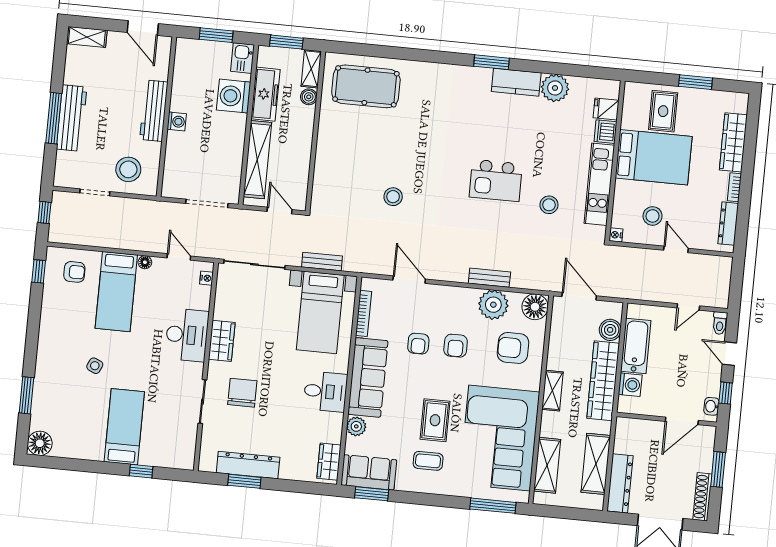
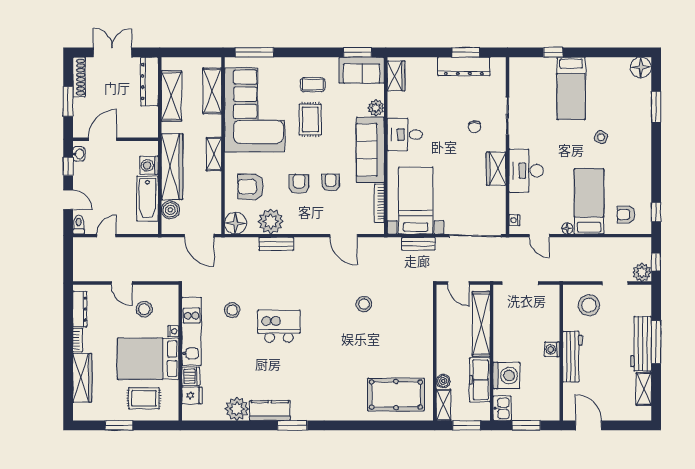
shelving: (87, 37) -> (644, 389), moved, turned 90
rug: (663, 111) -> (144, 398), turned 90
plant: (62, 202) -> (642, 272), added
nightstand: (616, 235) -> (173, 331), moved
armchair: (513, 348) -> (251, 187), turned 180
chair: (242, 393) -> (475, 127), width x0.54, depth x0.54

